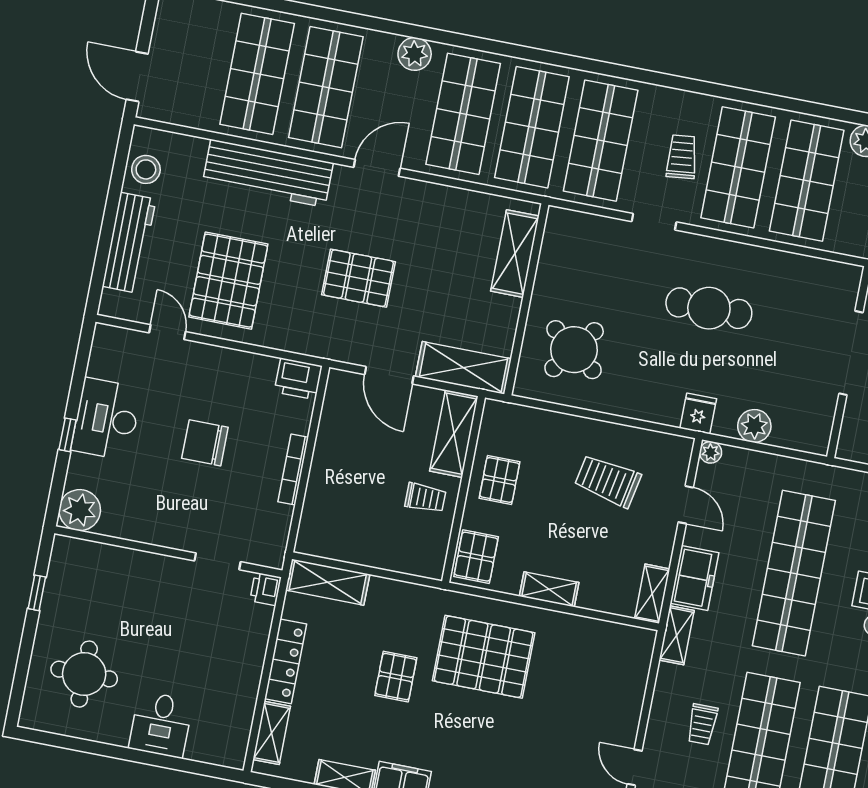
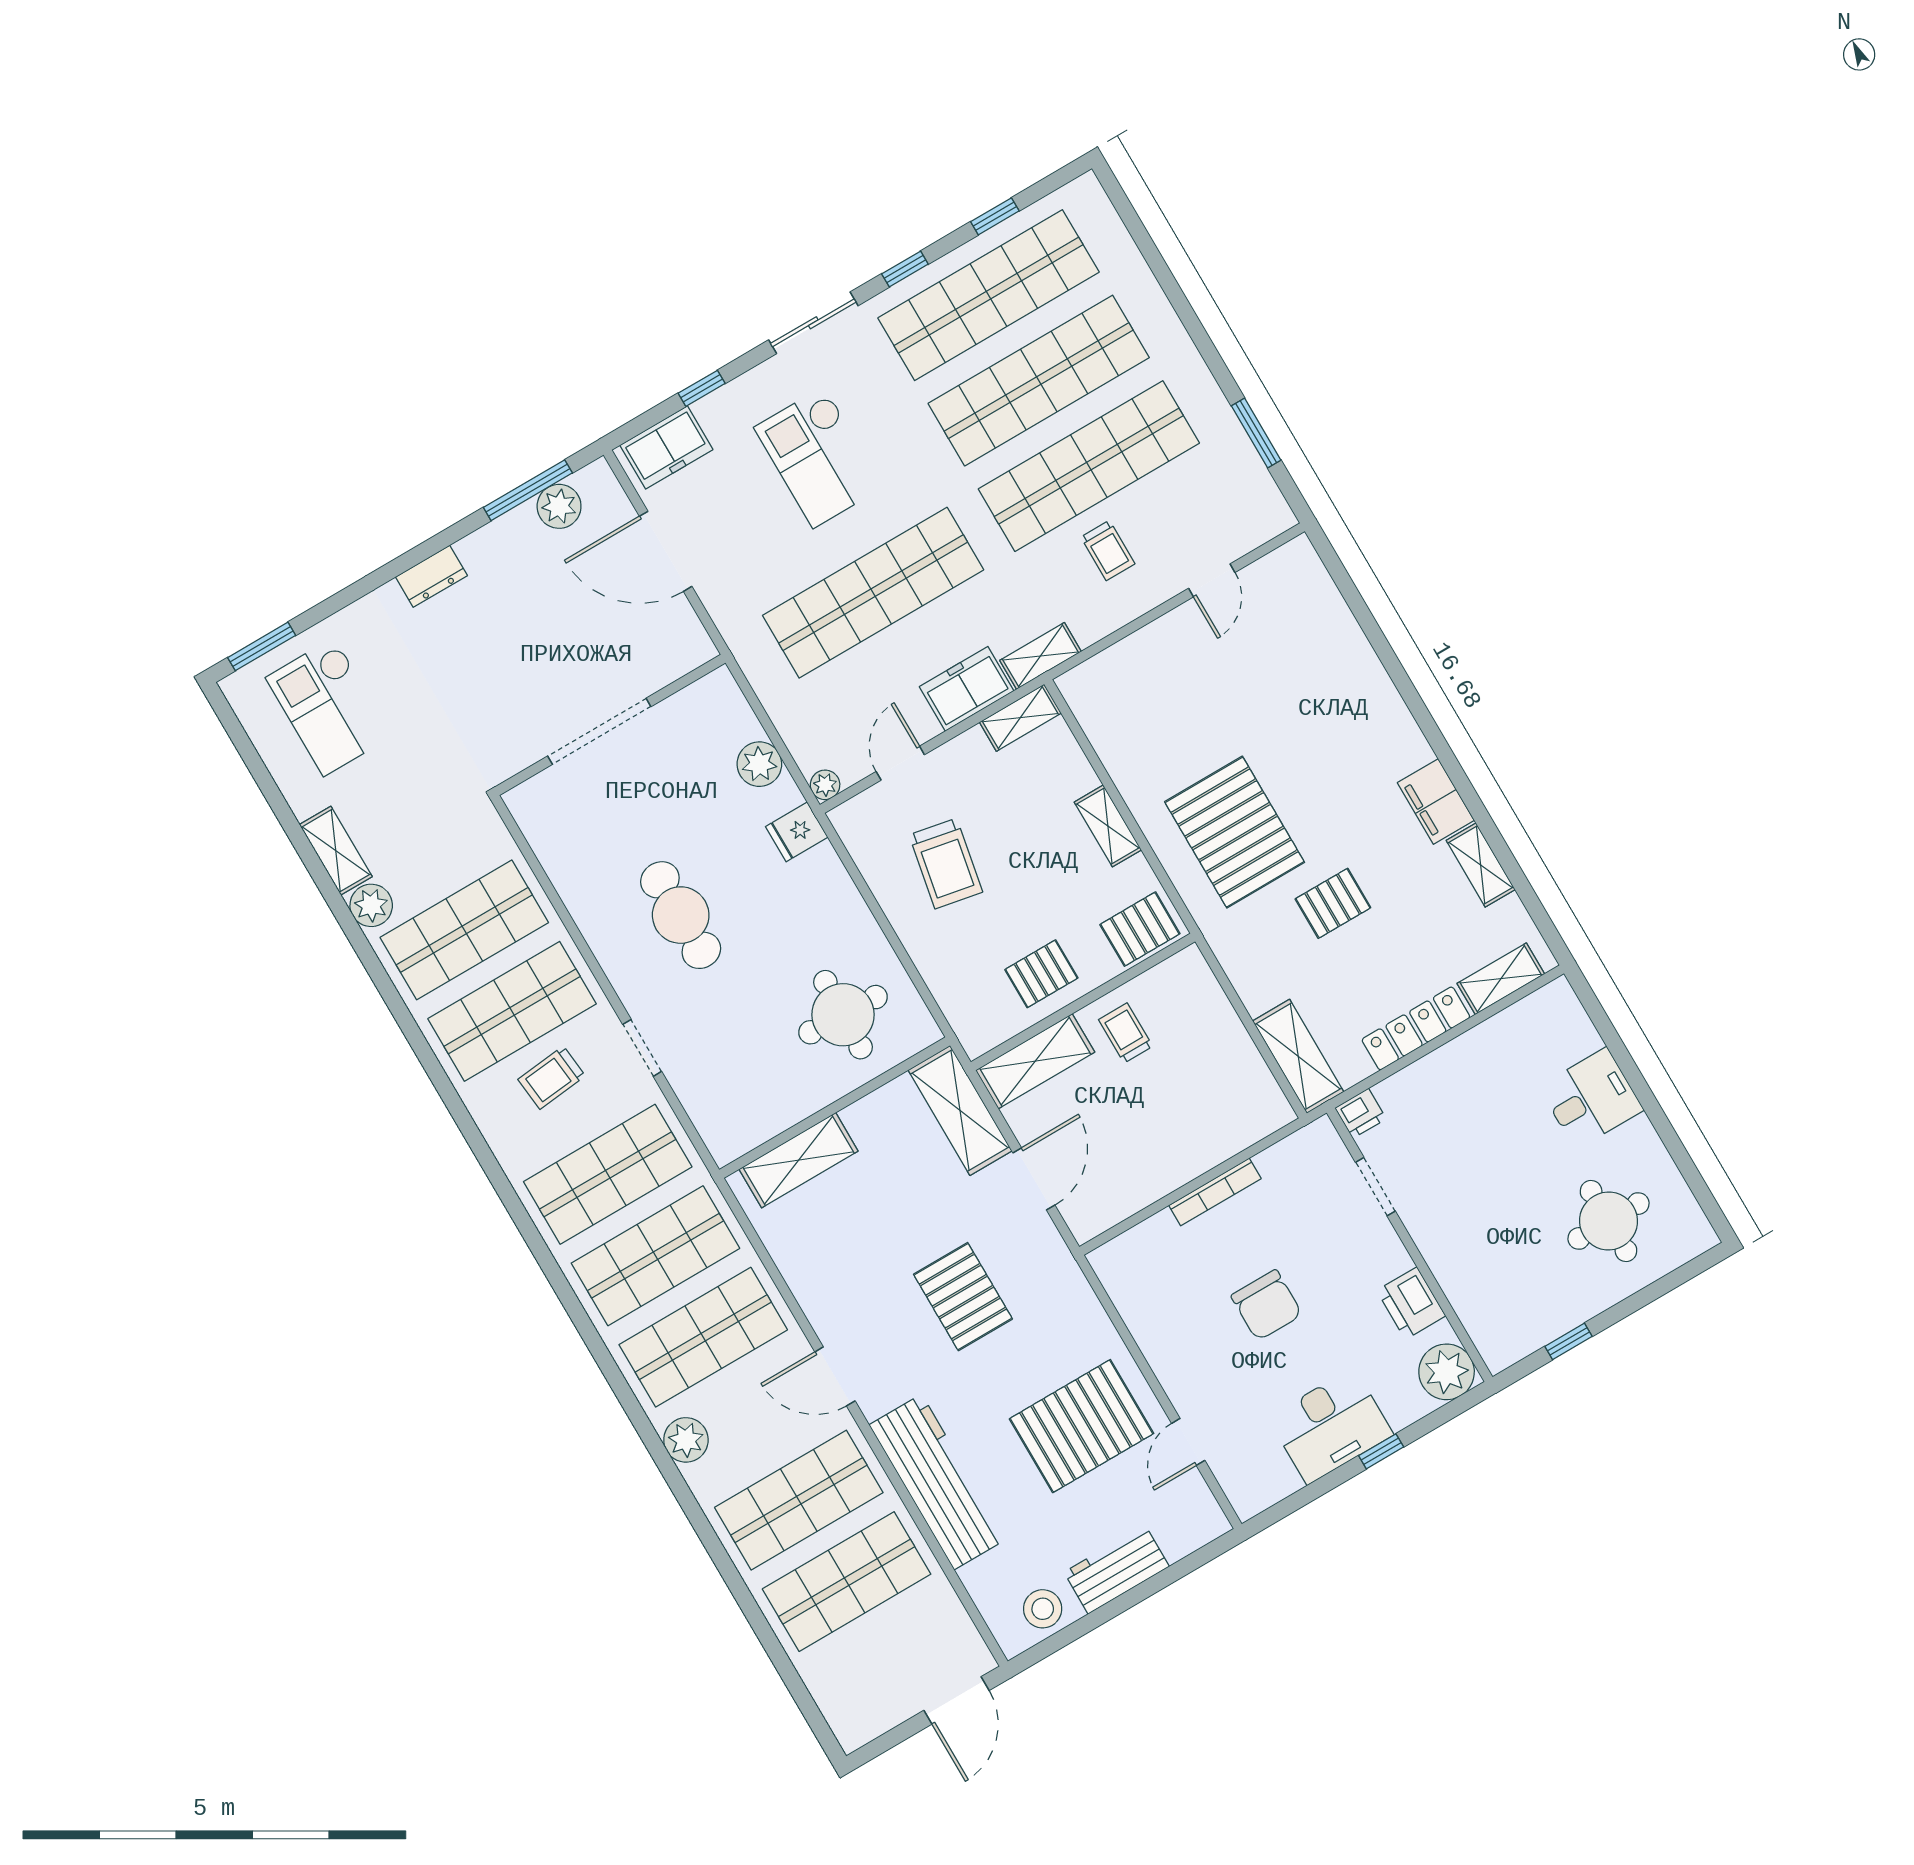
workbench: (129, 243) -> (1117, 1569), width x0.73
round table: (574, 350) -> (843, 1015), turned -35
printer: (298, 379) -> (1411, 1303), moved, turned 180
trolley: (702, 724) -> (1108, 550), turned 90

